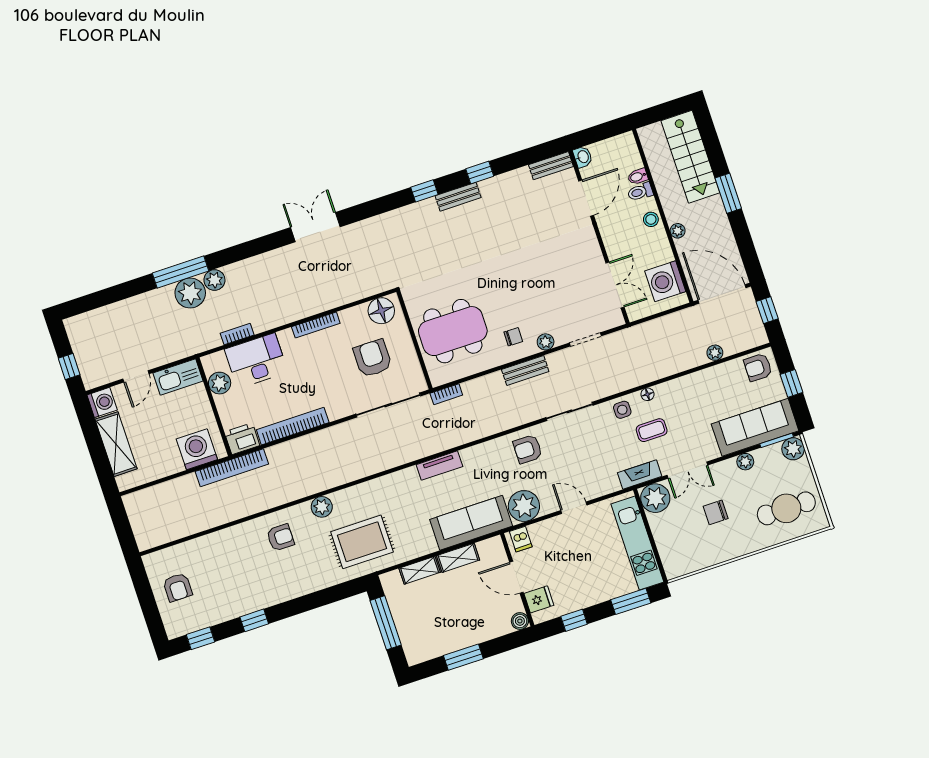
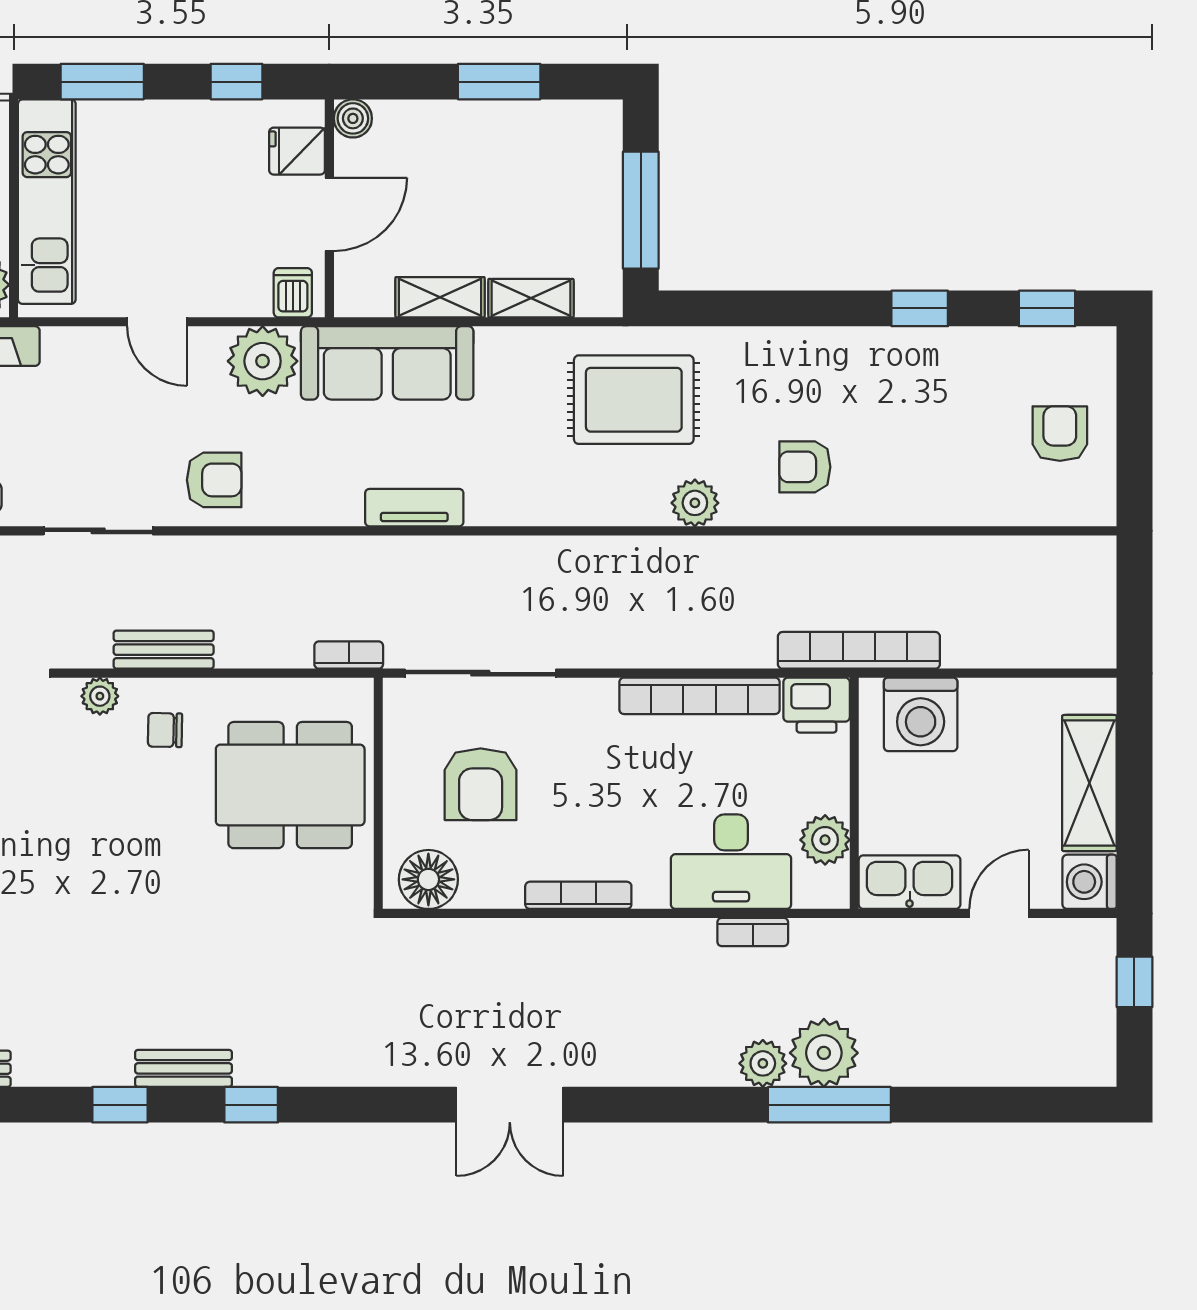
door: (516, 577) -> (329, 214), hinge flipped

